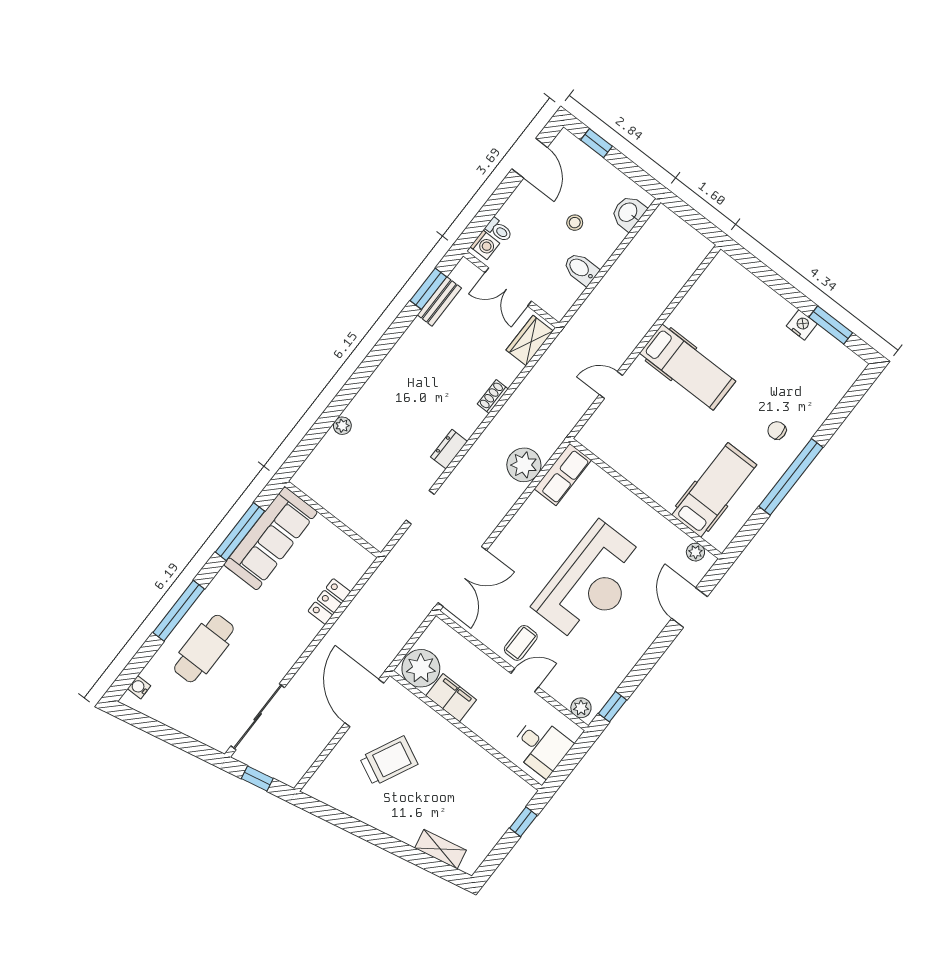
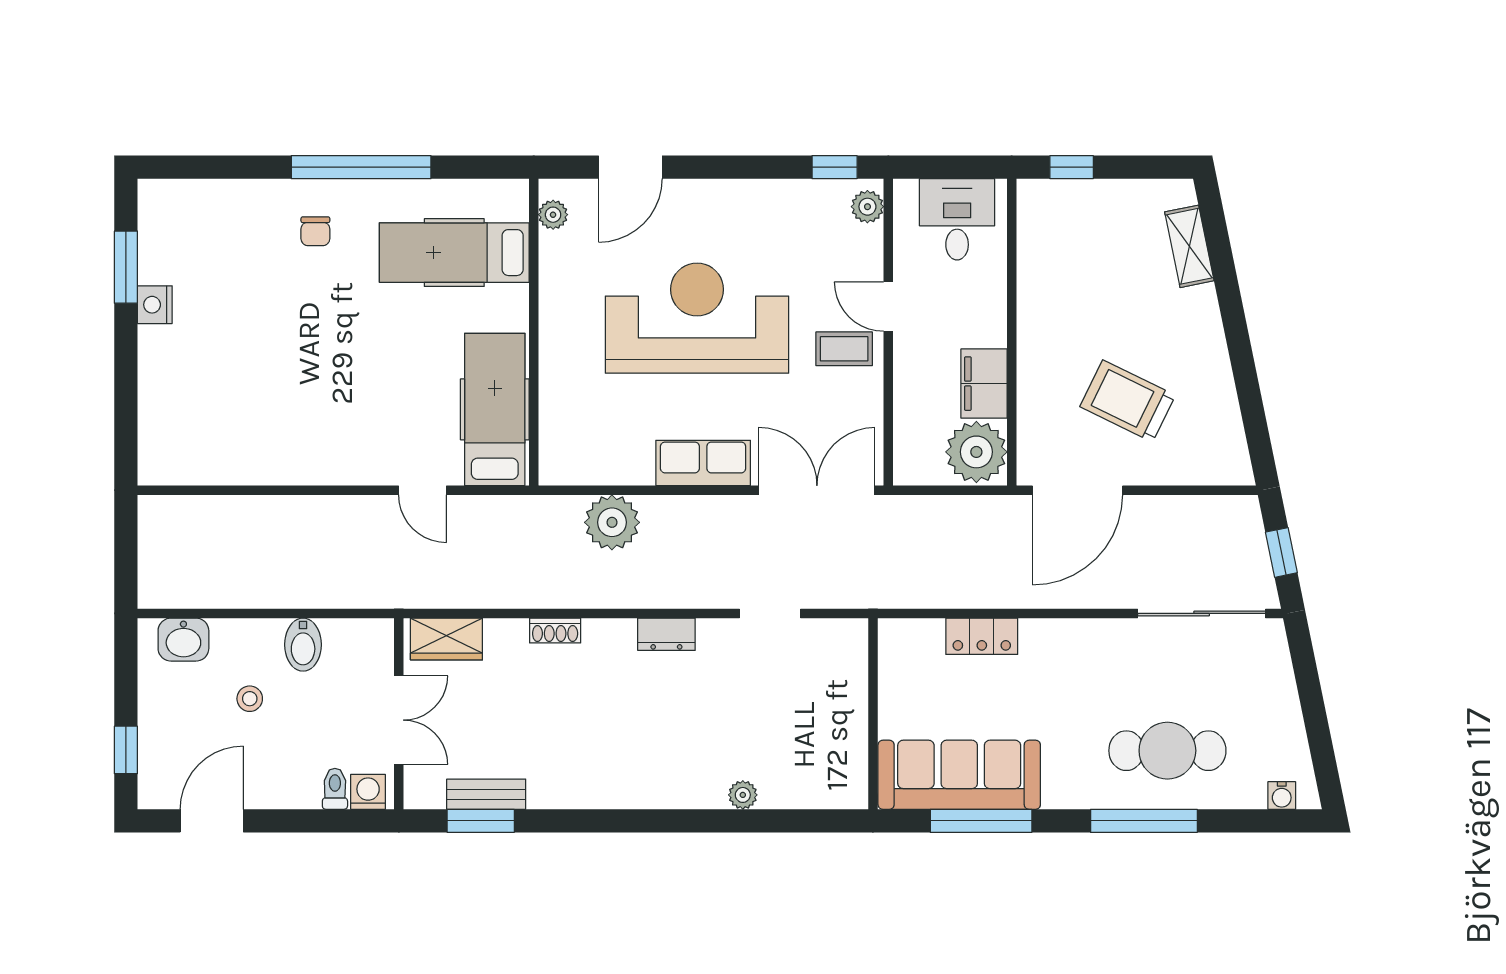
hospital bed: (688, 367) -> (495, 409), moved
row of seats: (563, 474) -> (703, 463), moved

